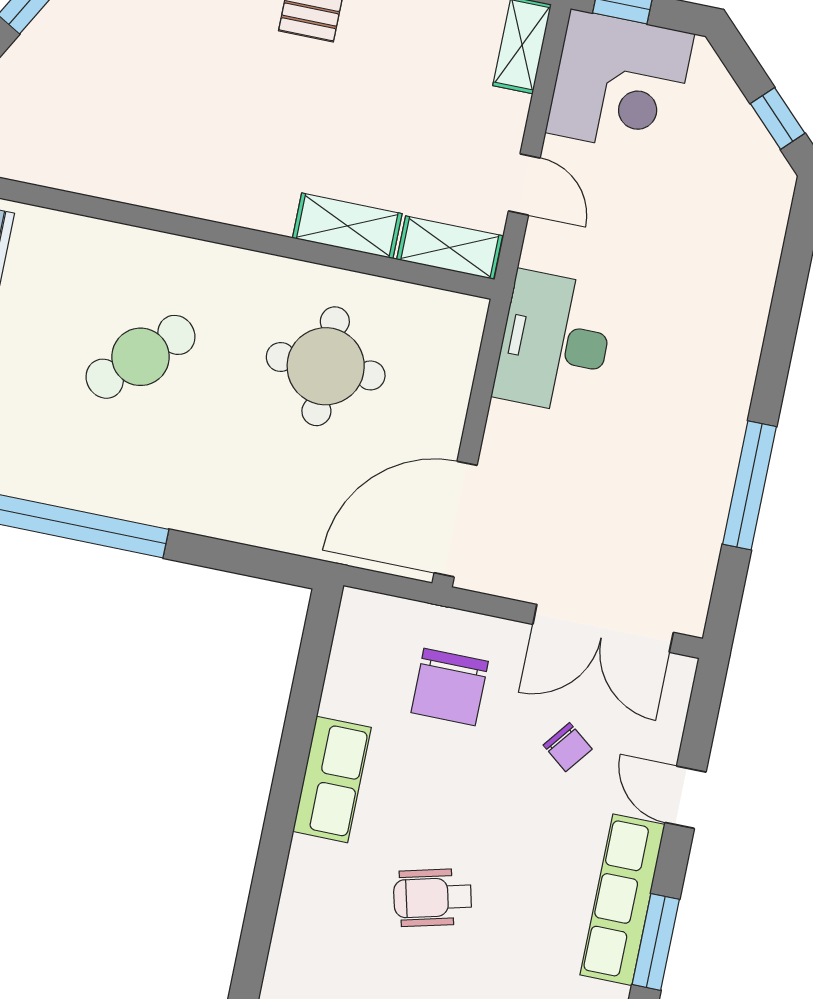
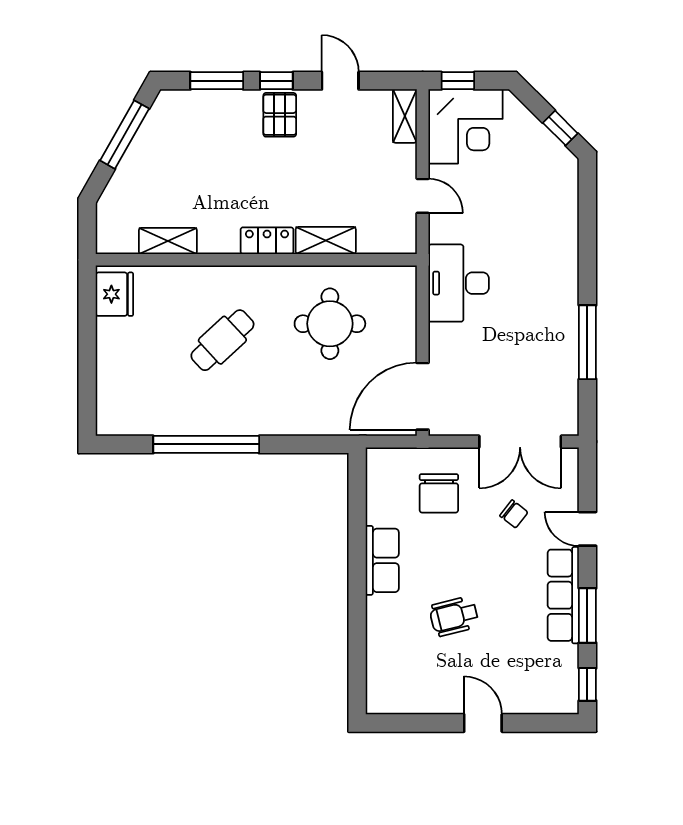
locker: (249, 206) -> (267, 241), added
shelving: (450, 248) -> (168, 241), moved

